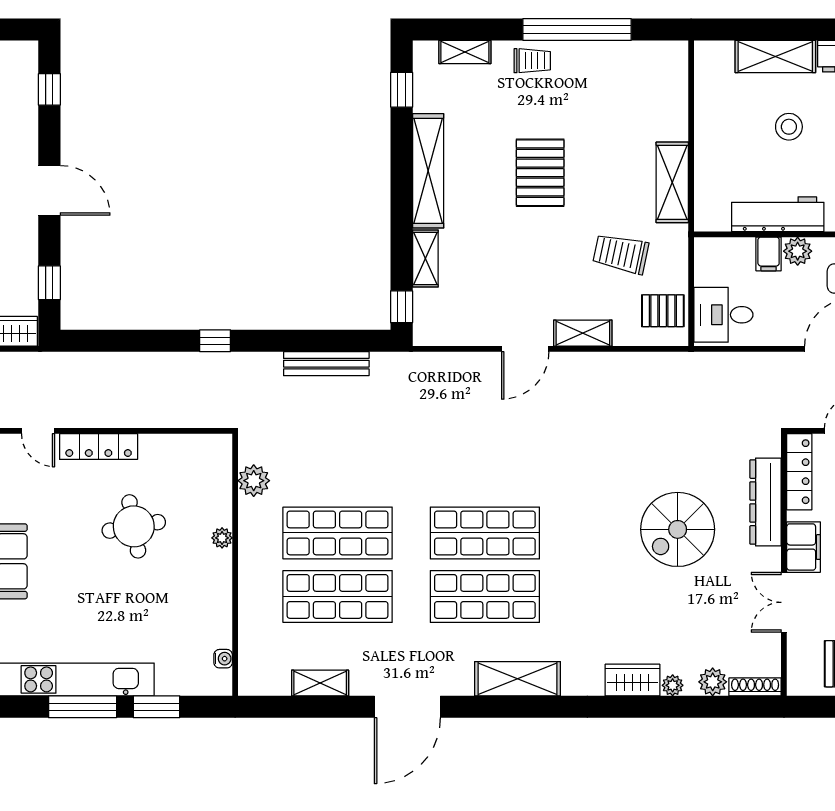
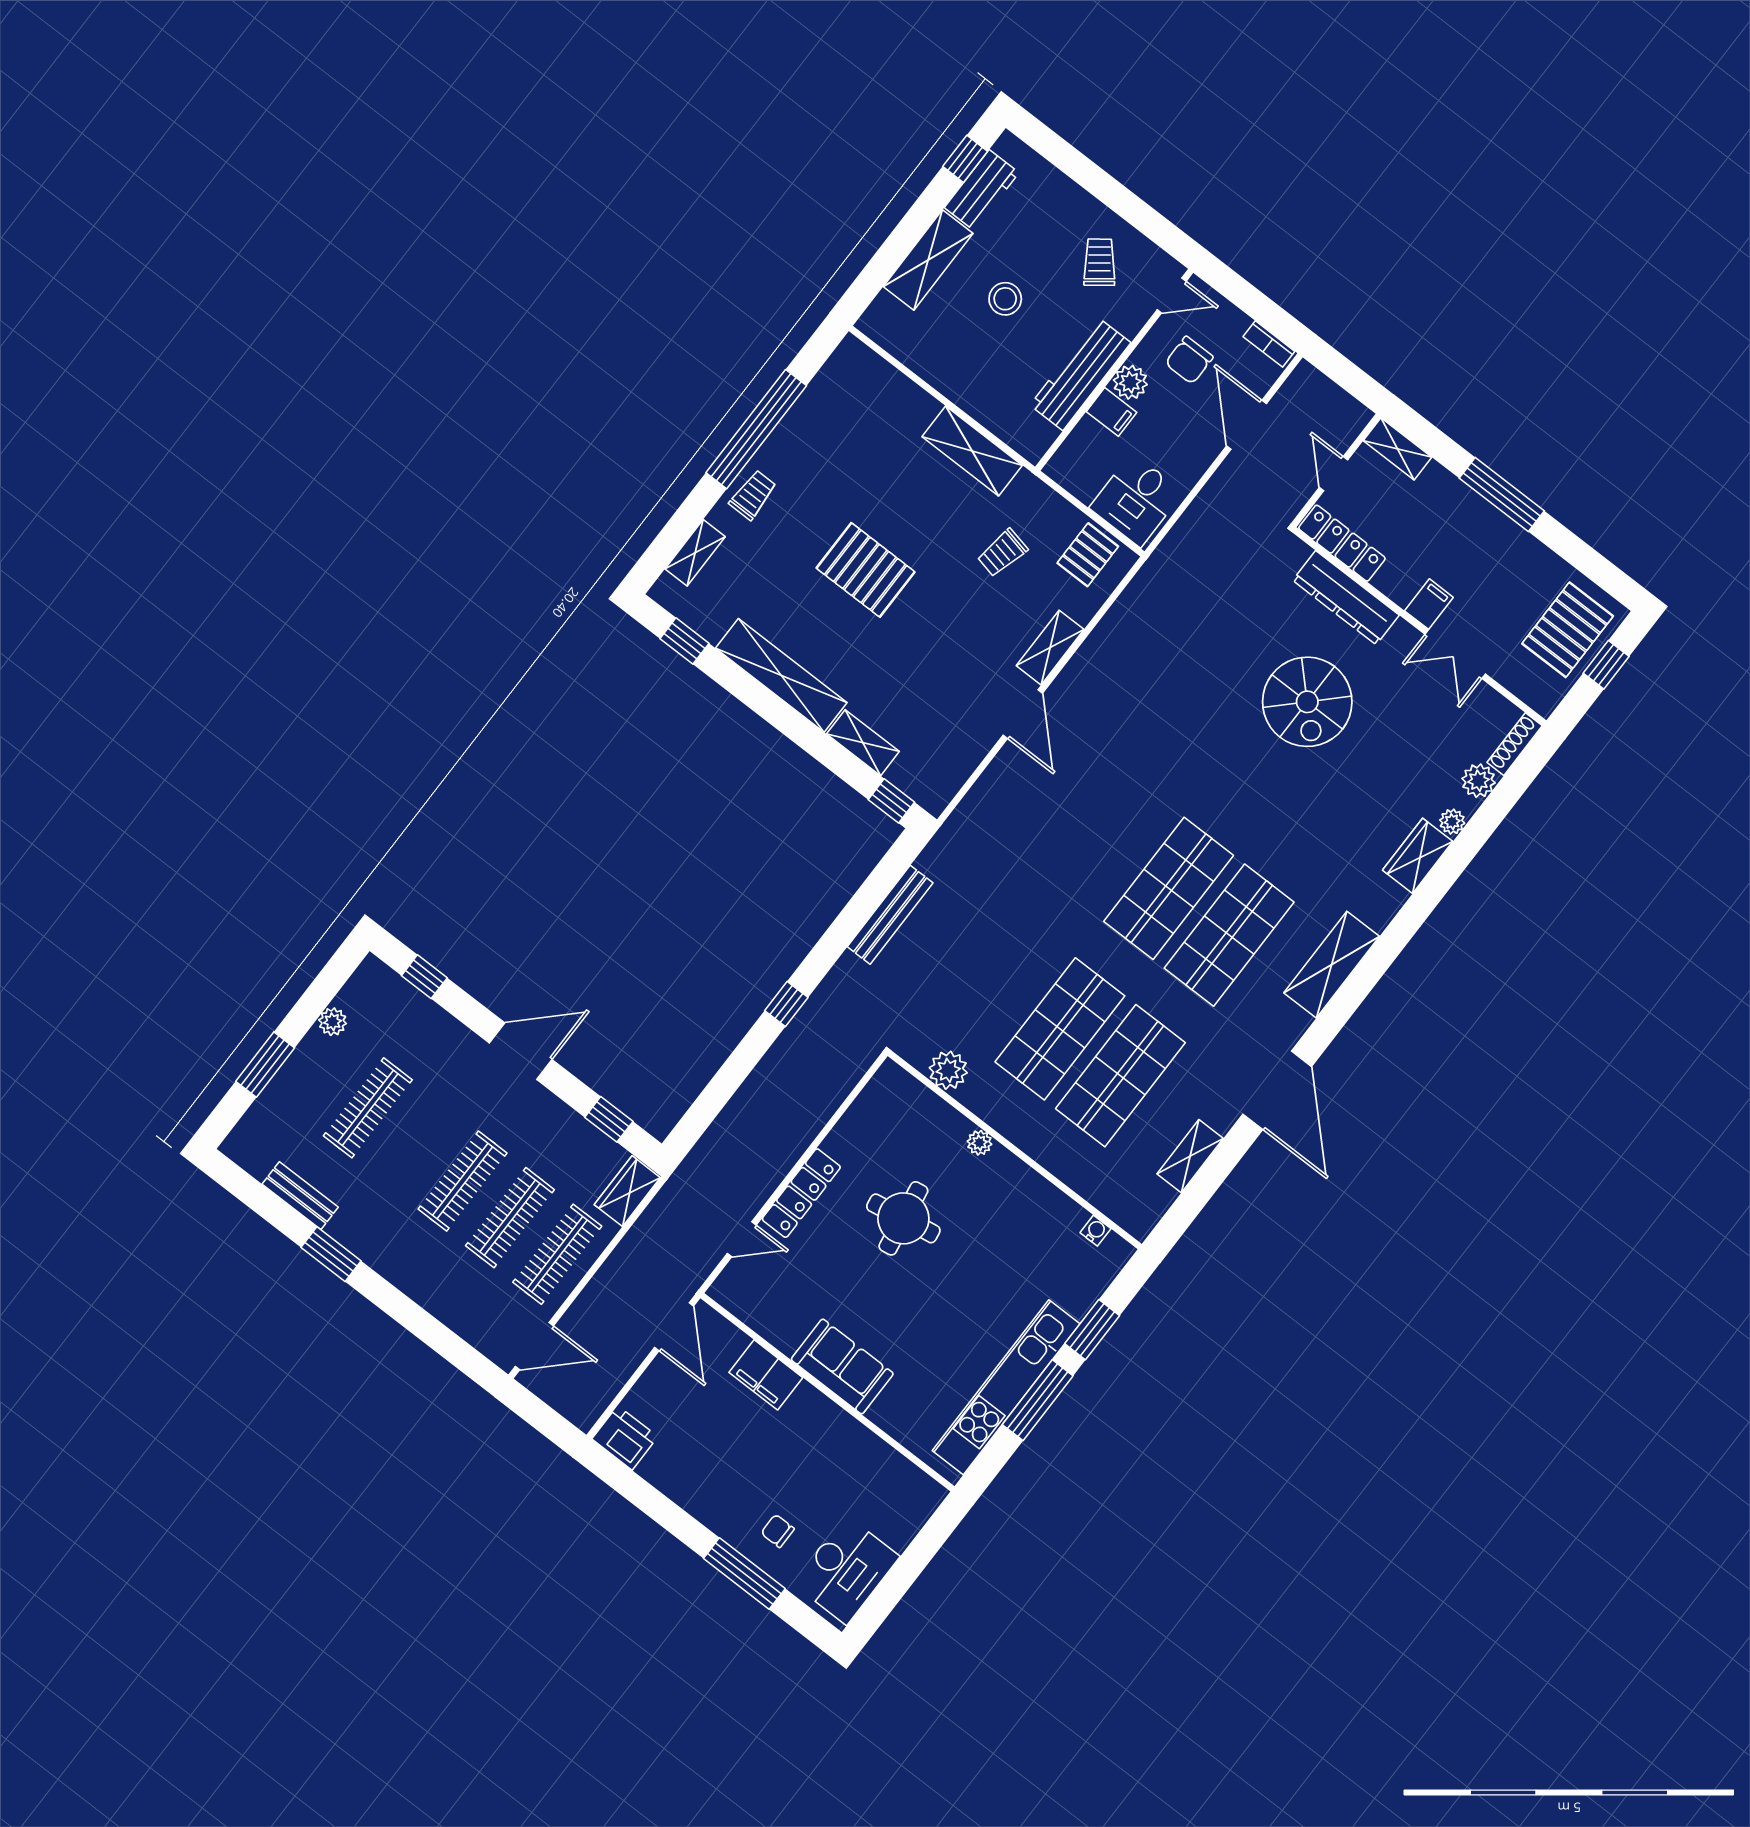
trolley: (621, 254) -> (1002, 553), width x0.73, depth x0.72
filing cabinet: (804, 547) -> (1429, 604), width x0.50

